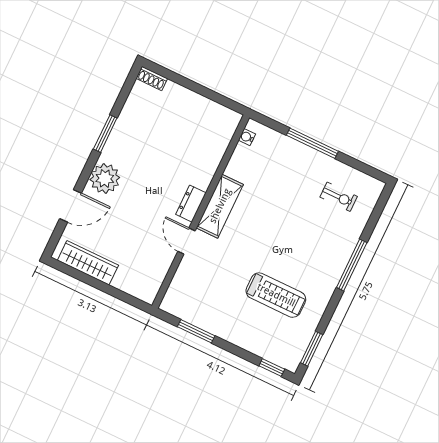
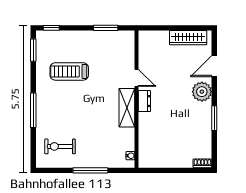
exercise bike: (339, 197) -> (60, 146), width x1.38, depth x1.39

